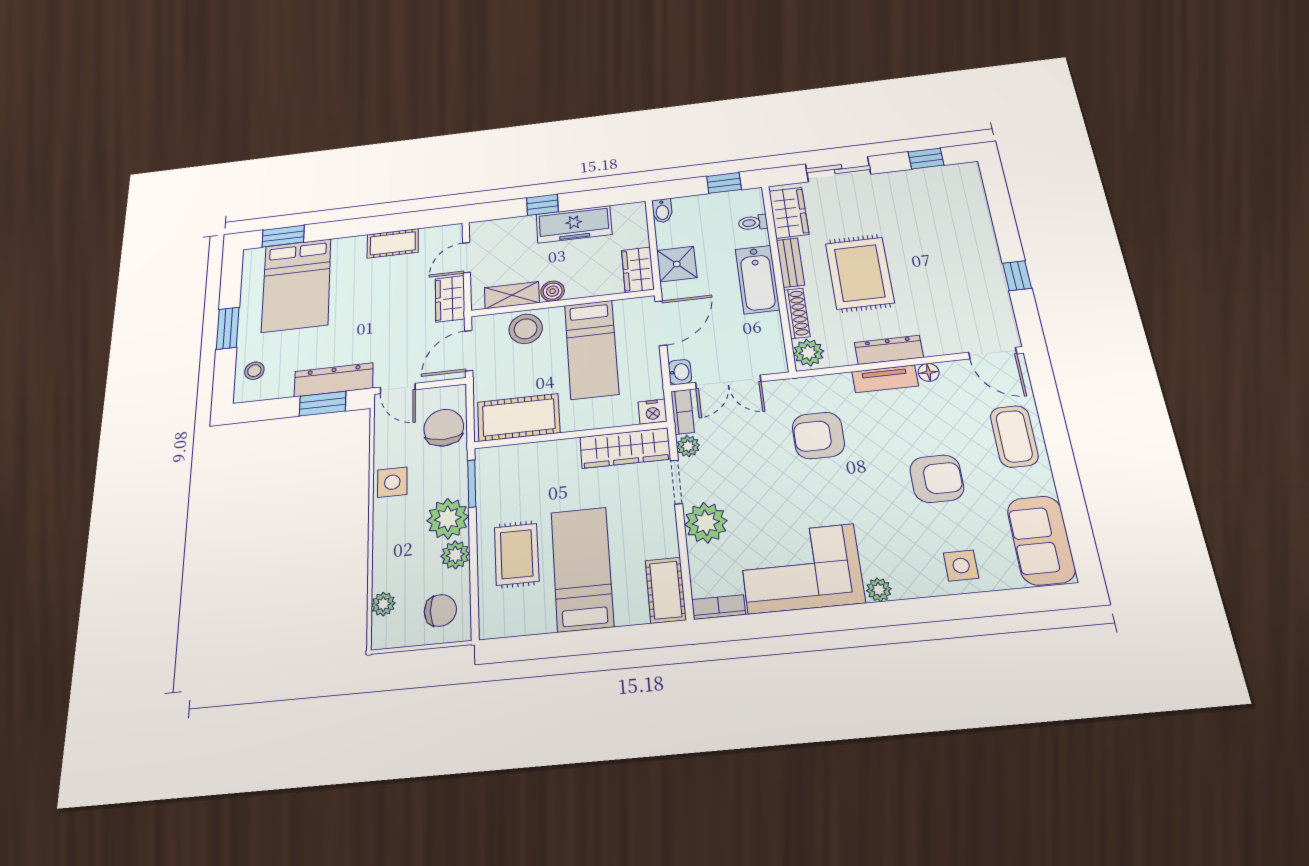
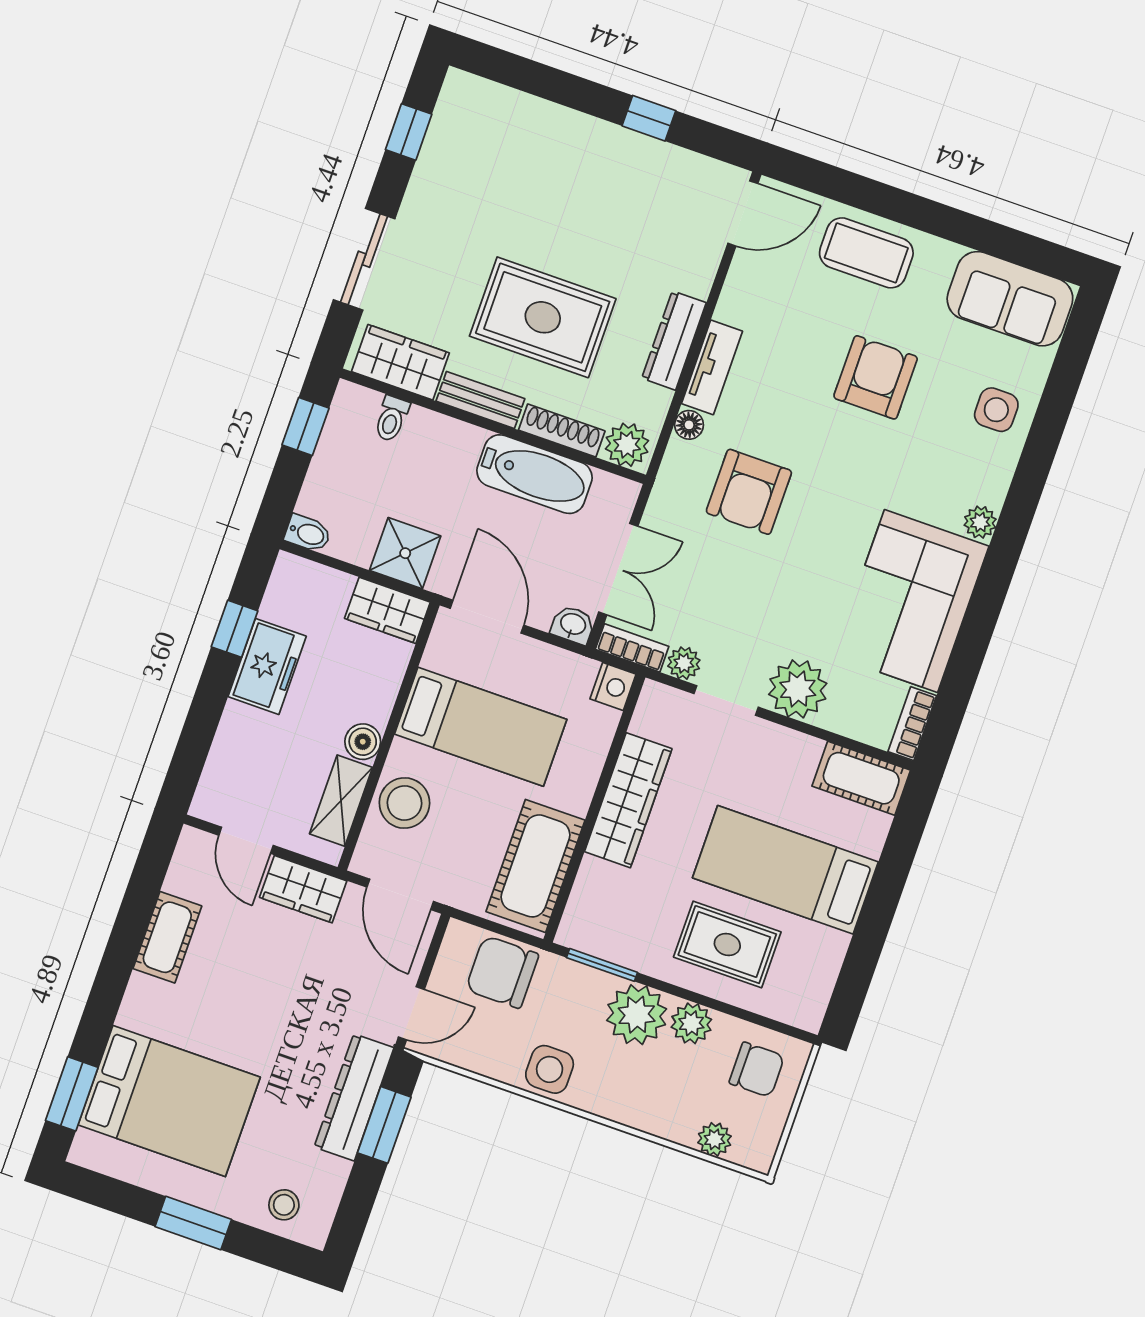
window: (542, 205) -> (235, 629), moved
freezer: (574, 224) -> (267, 666), width x0.71
bathtub: (757, 279) -> (534, 474), moved
floor lamp: (929, 372) -> (689, 425), moved
wardrobe: (625, 448) -> (628, 800), moved
chair: (440, 610) -> (757, 1070), turned 90

